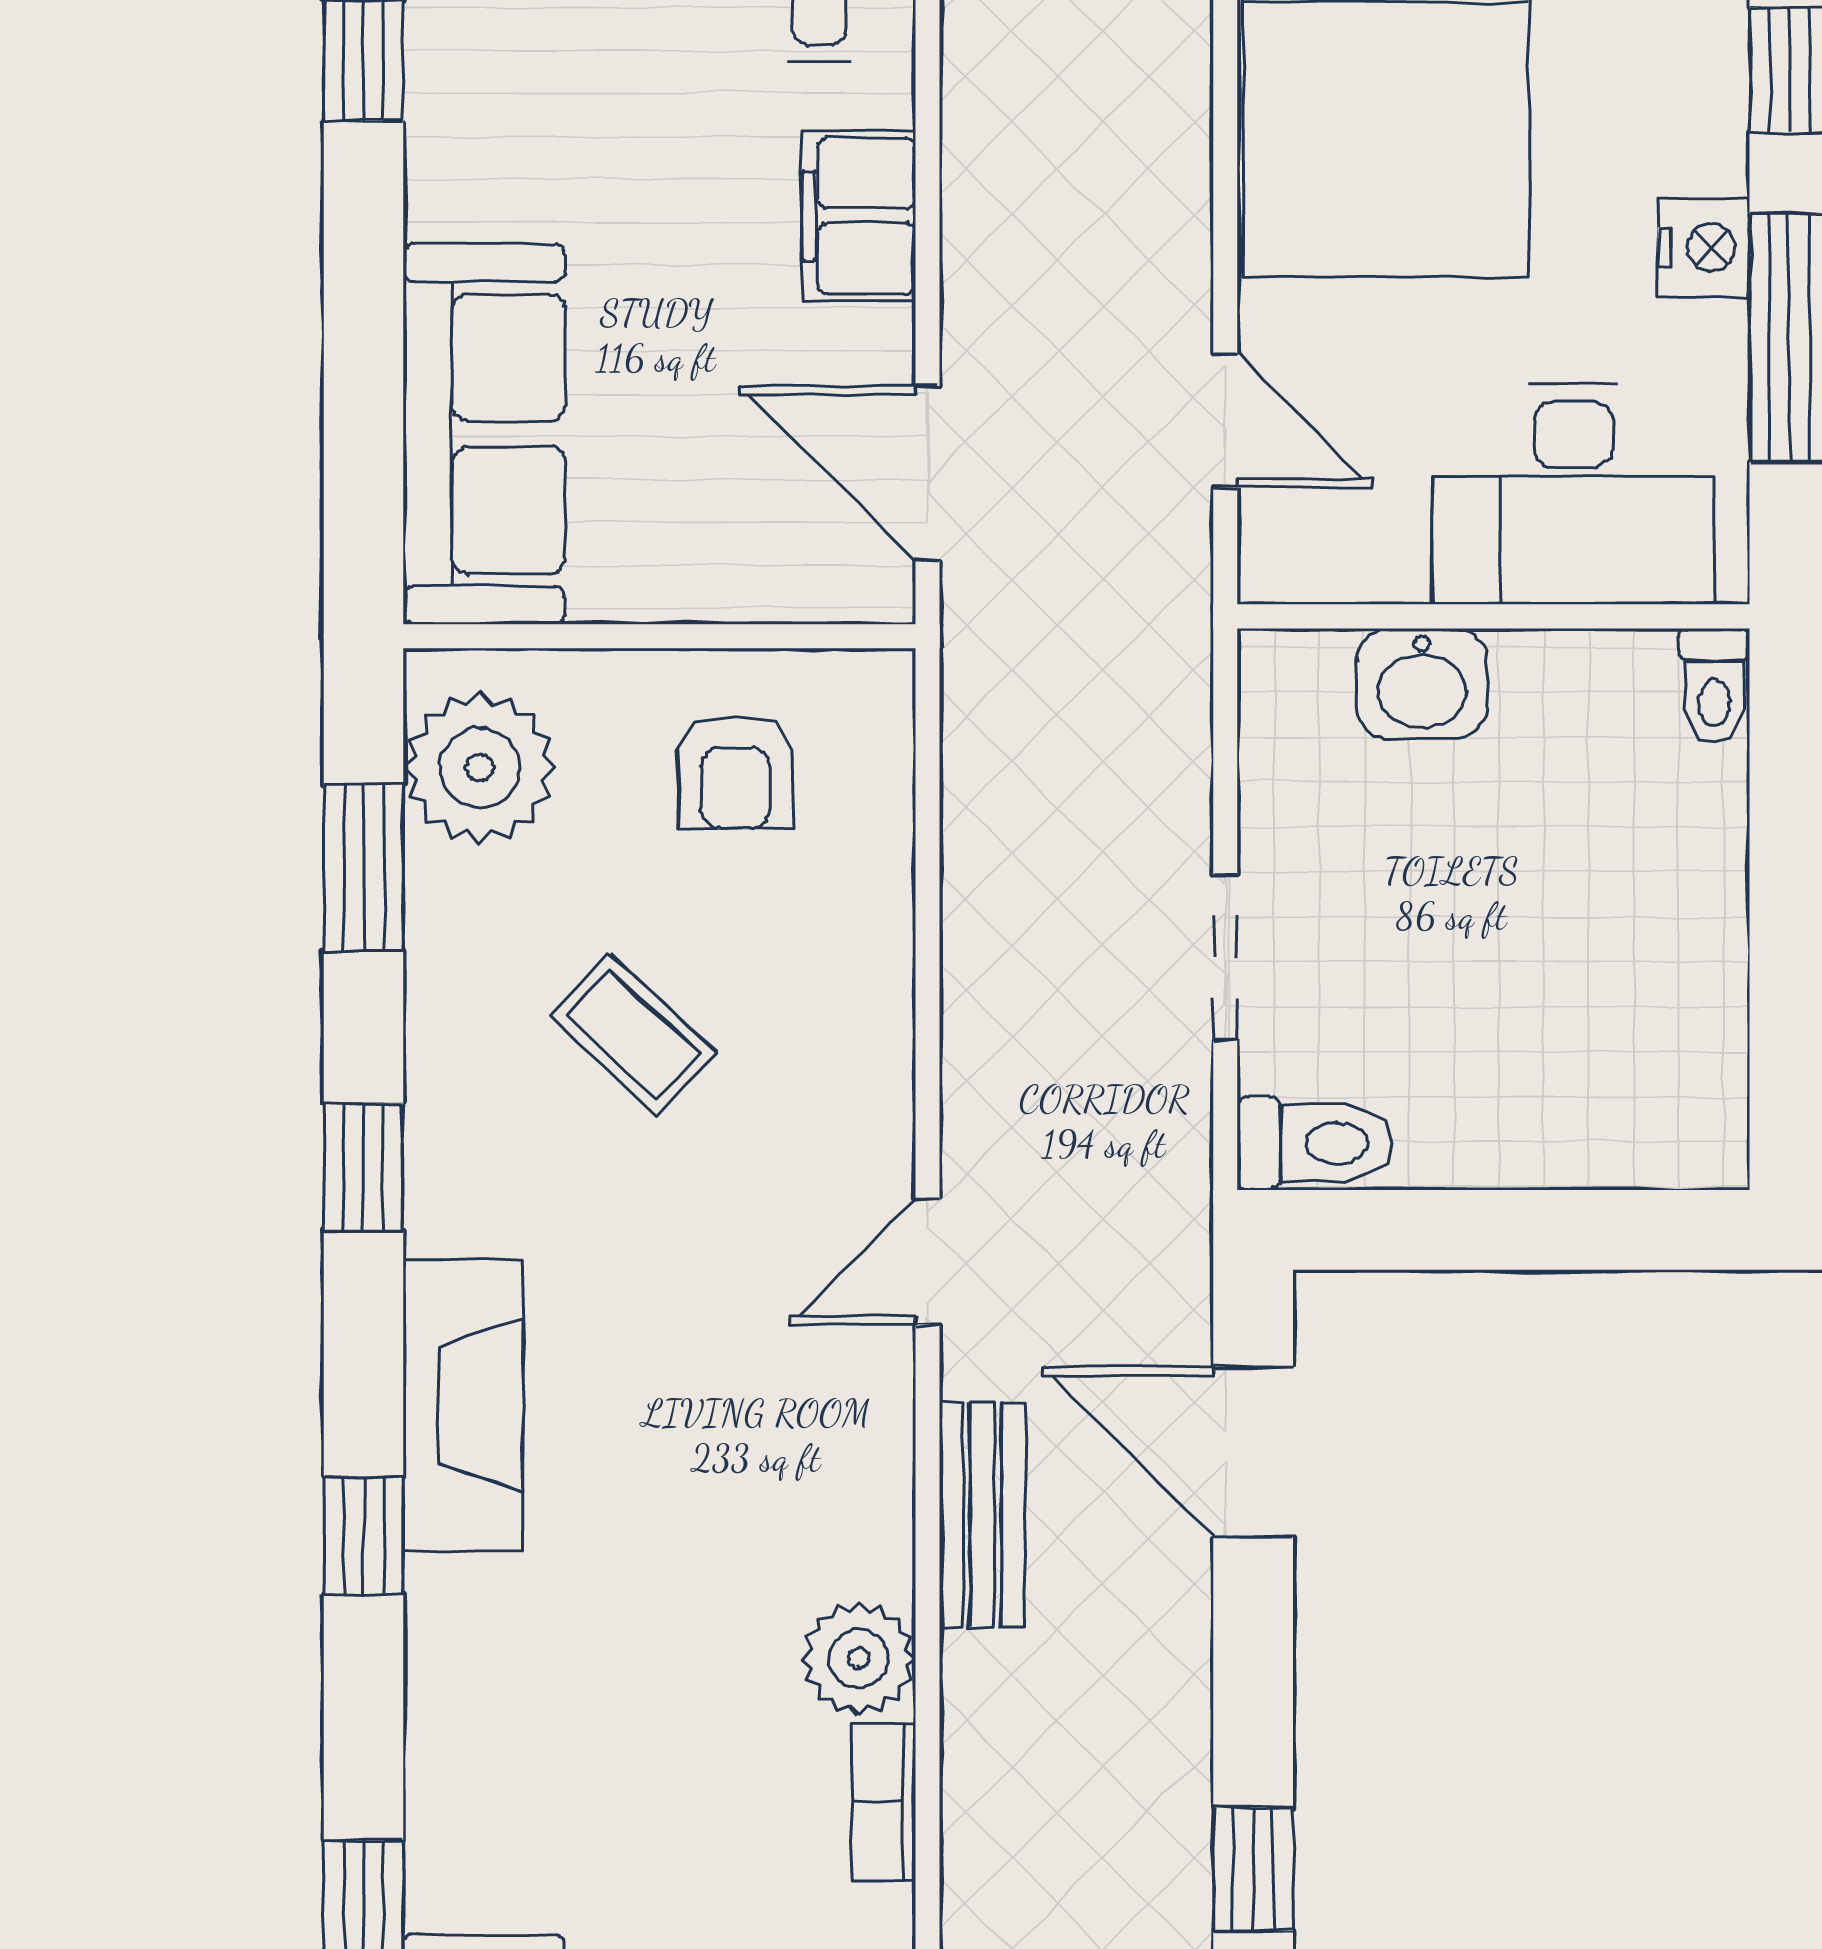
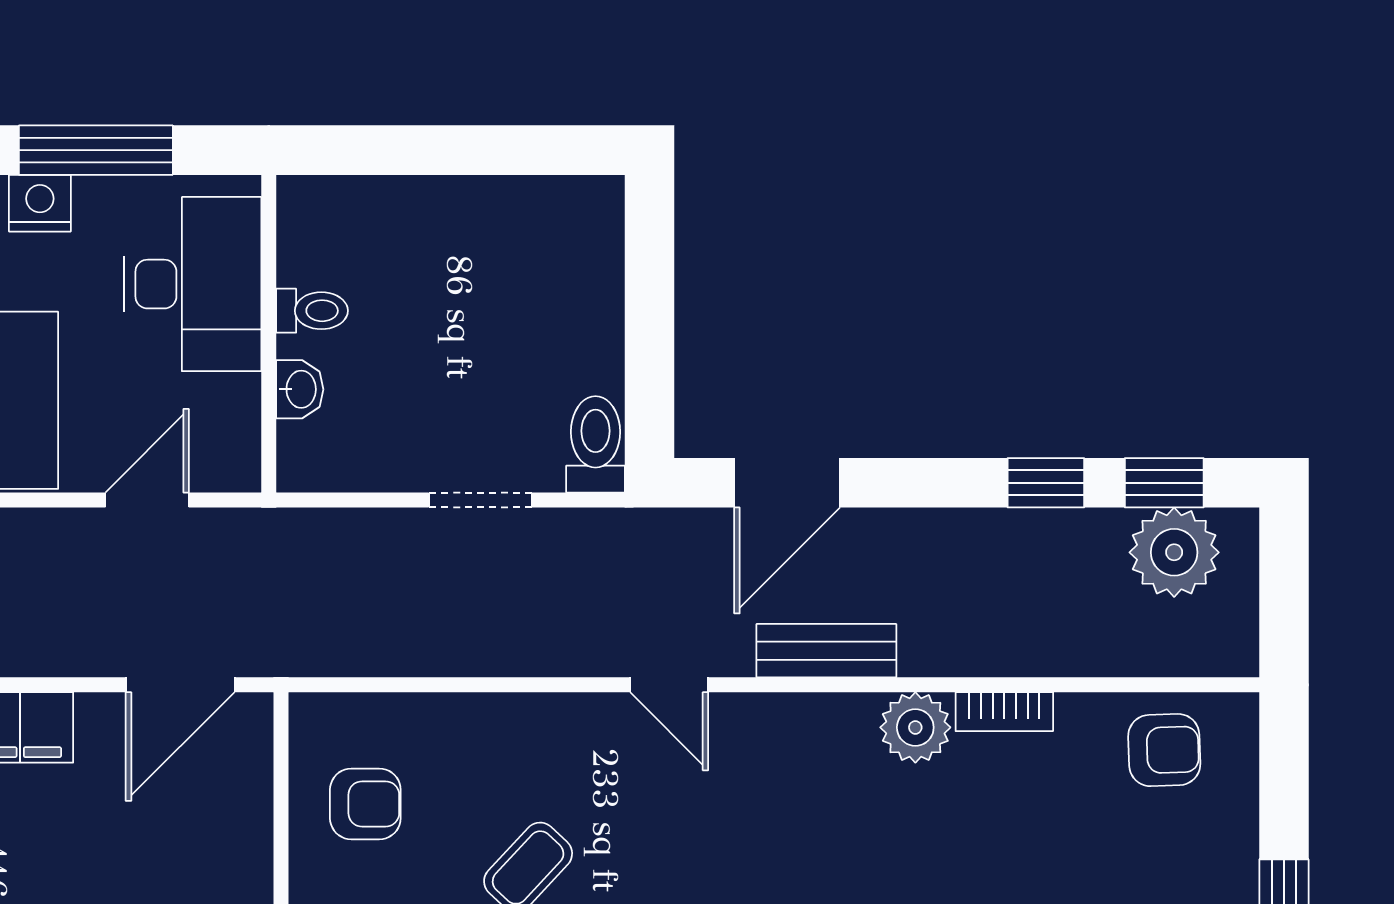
washbasin: (1422, 683) -> (300, 389), width x0.72, depth x0.69
toilet: (1714, 686) -> (312, 311), moved

